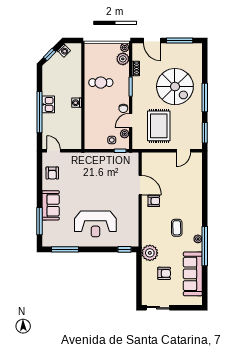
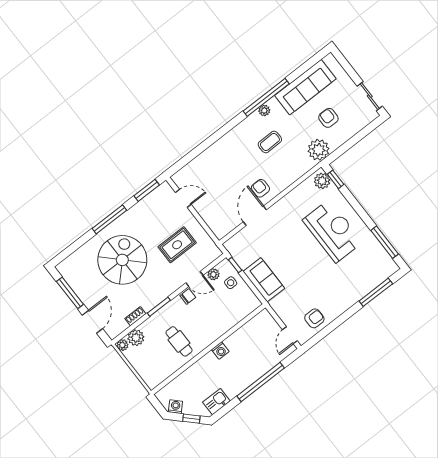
kitchen sink: (48, 104) -> (216, 402), moved
rug: (159, 126) -> (177, 245), width x0.73, depth x0.70
sofa: (51, 205) -> (264, 280), moved, turned 90
plant: (130, 241) -> (322, 181), added

